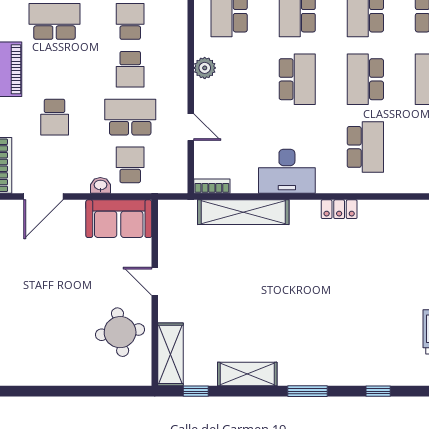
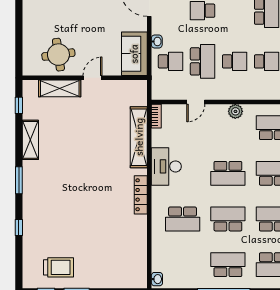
school desk: (130, 69) -> (235, 61), turned 180
locker: (339, 209) -> (141, 195), width x1.53
shelving: (170, 354) -> (60, 88), moved

